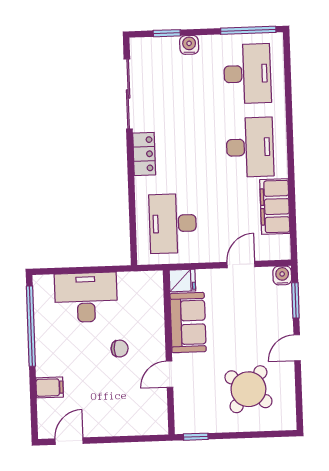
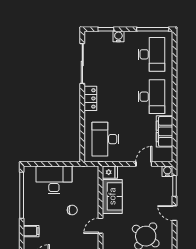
door: (297, 348) -> (175, 213), hinge flipped

